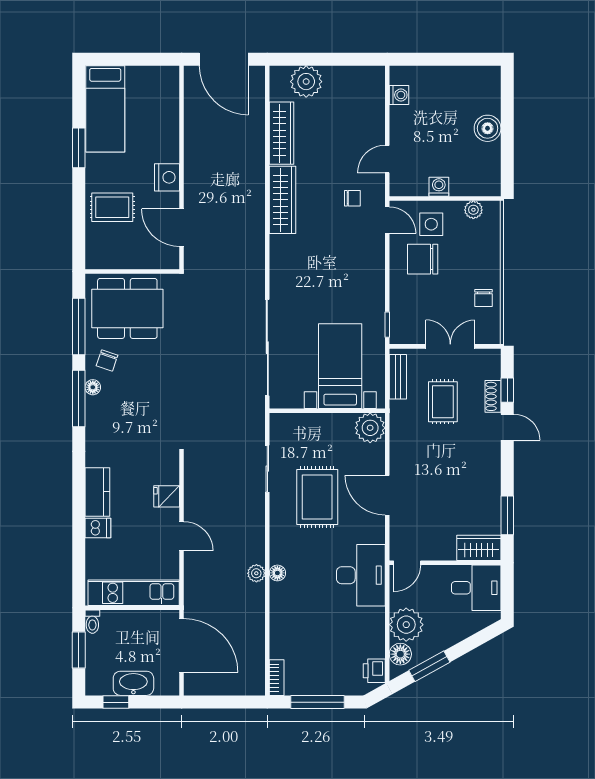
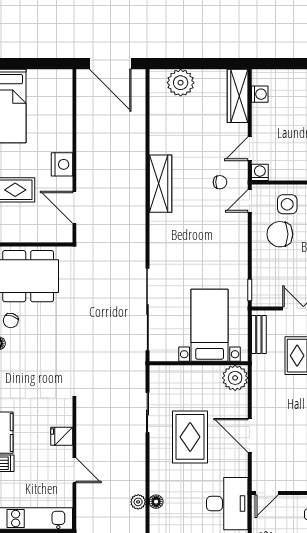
wardrobe: (281, 133) -> (238, 96), moved, turned 180
washing machine: (439, 187) -> (260, 172), moved
door: (387, 220) -> (250, 201), swing flipped

